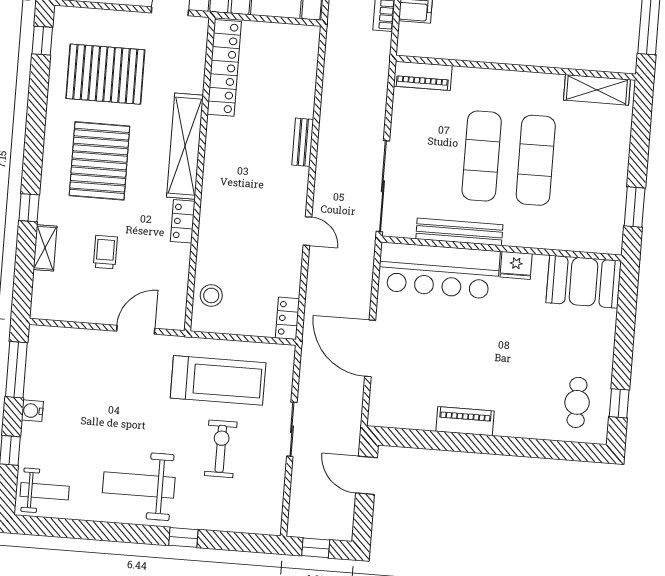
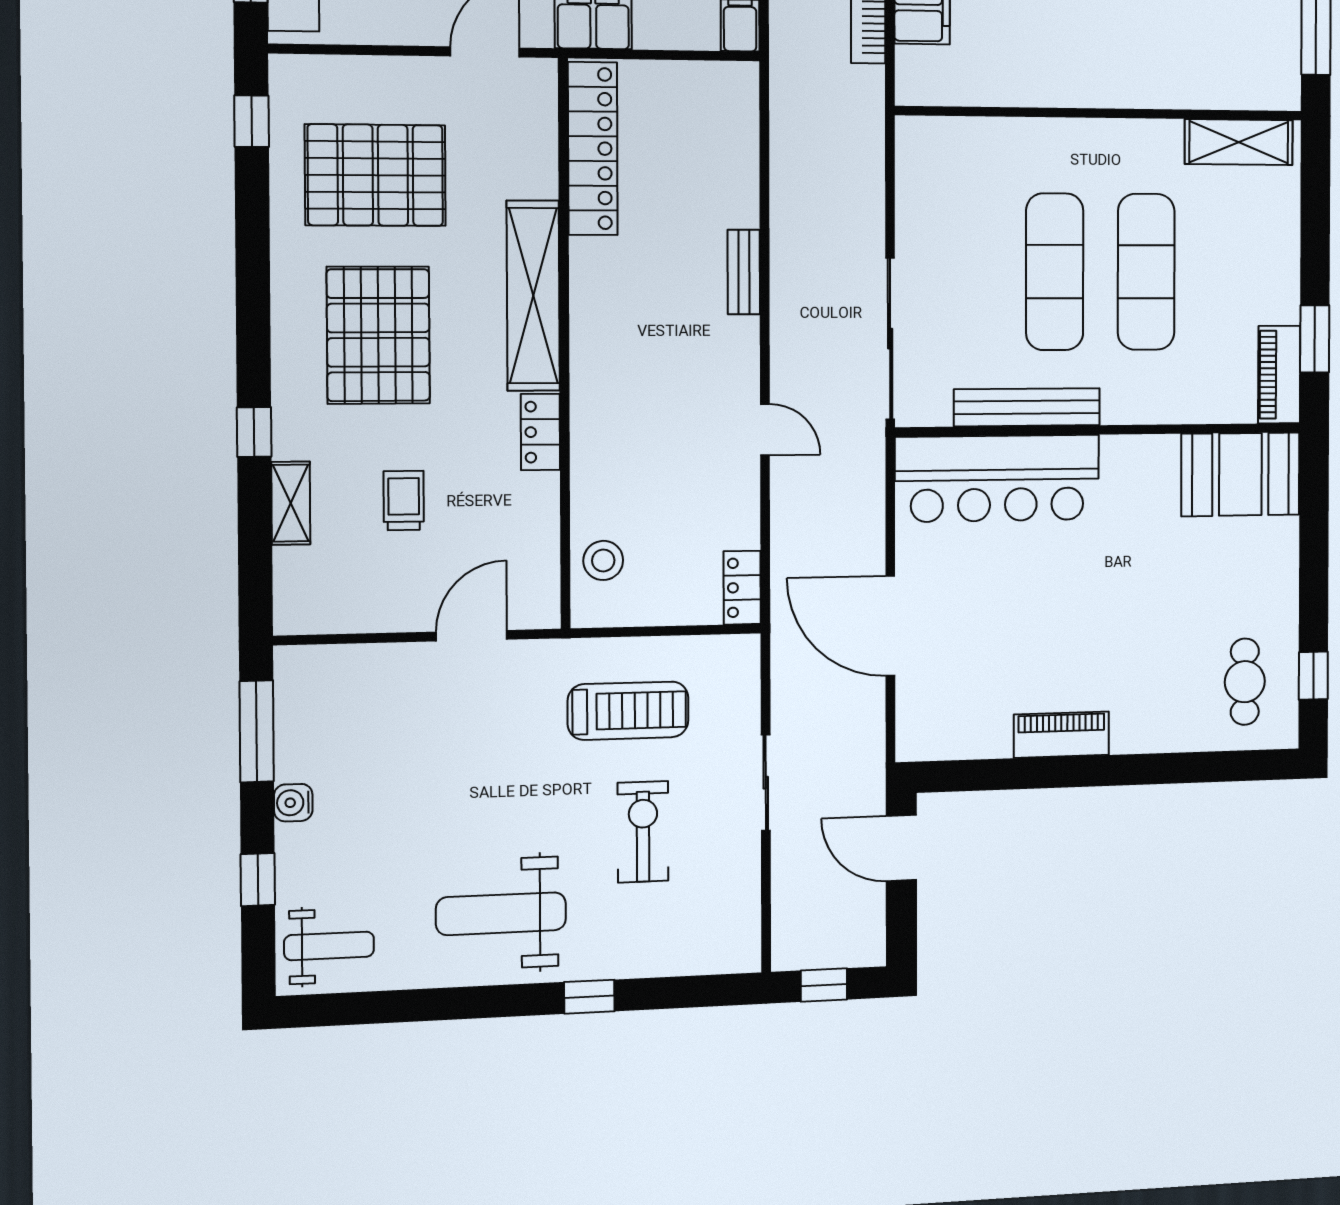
piano: (423, 76) -> (1279, 375), moved, turned 90
fridge: (516, 265) -> (1127, 457), removed
treadmill: (218, 380) -> (628, 711), width x0.73, depth x0.73

